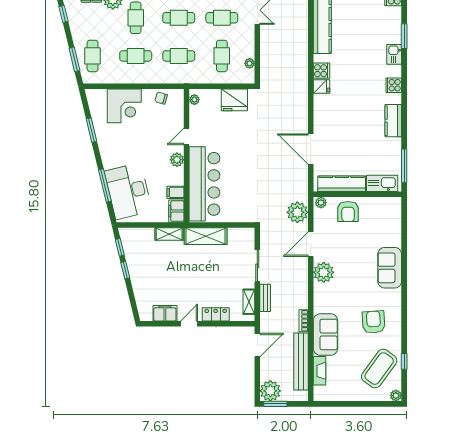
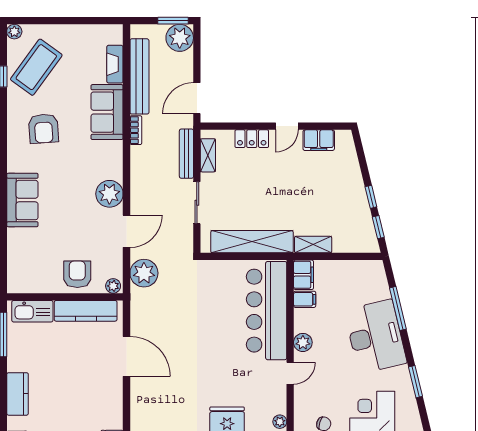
desk: (128, 191) -> (375, 337), moved
shelving: (206, 236) -> (252, 242), width x1.47
bench: (265, 298) -> (186, 154), width x1.36

